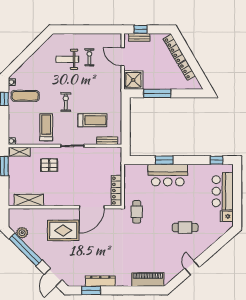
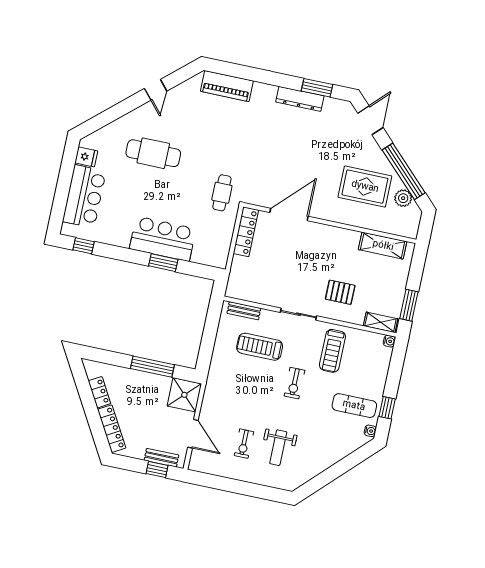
weight bench: (67, 59) -> (278, 448), turned 90
cafe table: (185, 228) -> (153, 153), width x1.37, depth x1.35
rug: (63, 230) -> (365, 187), moved

